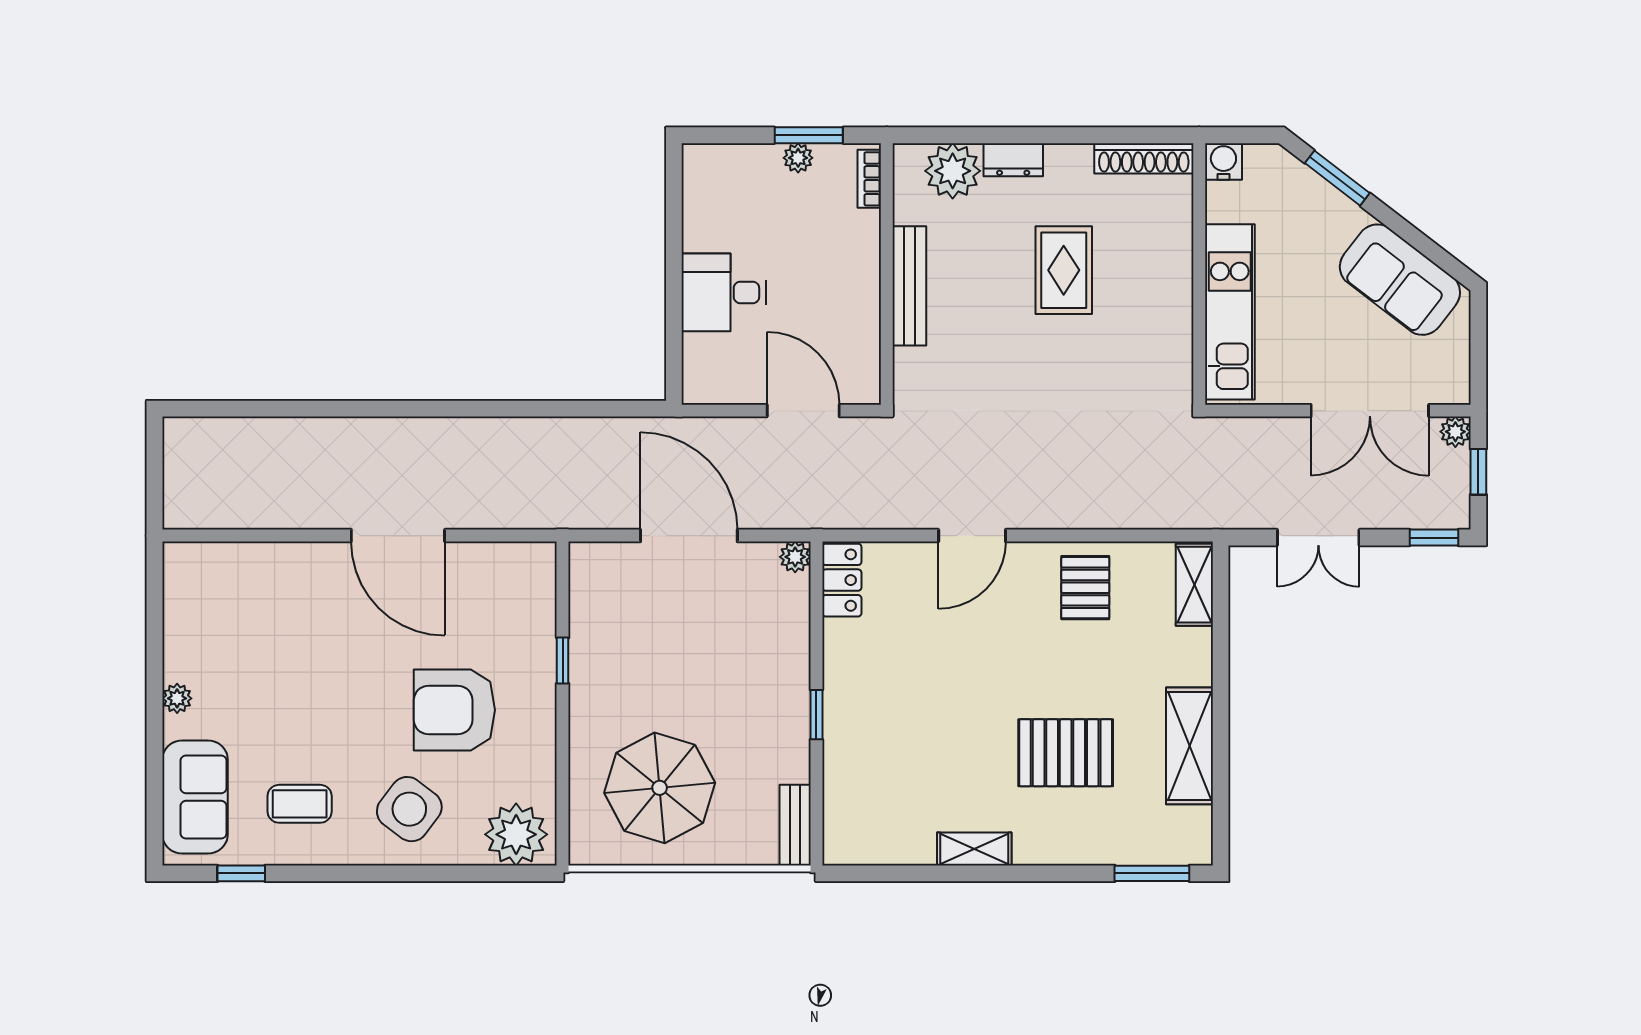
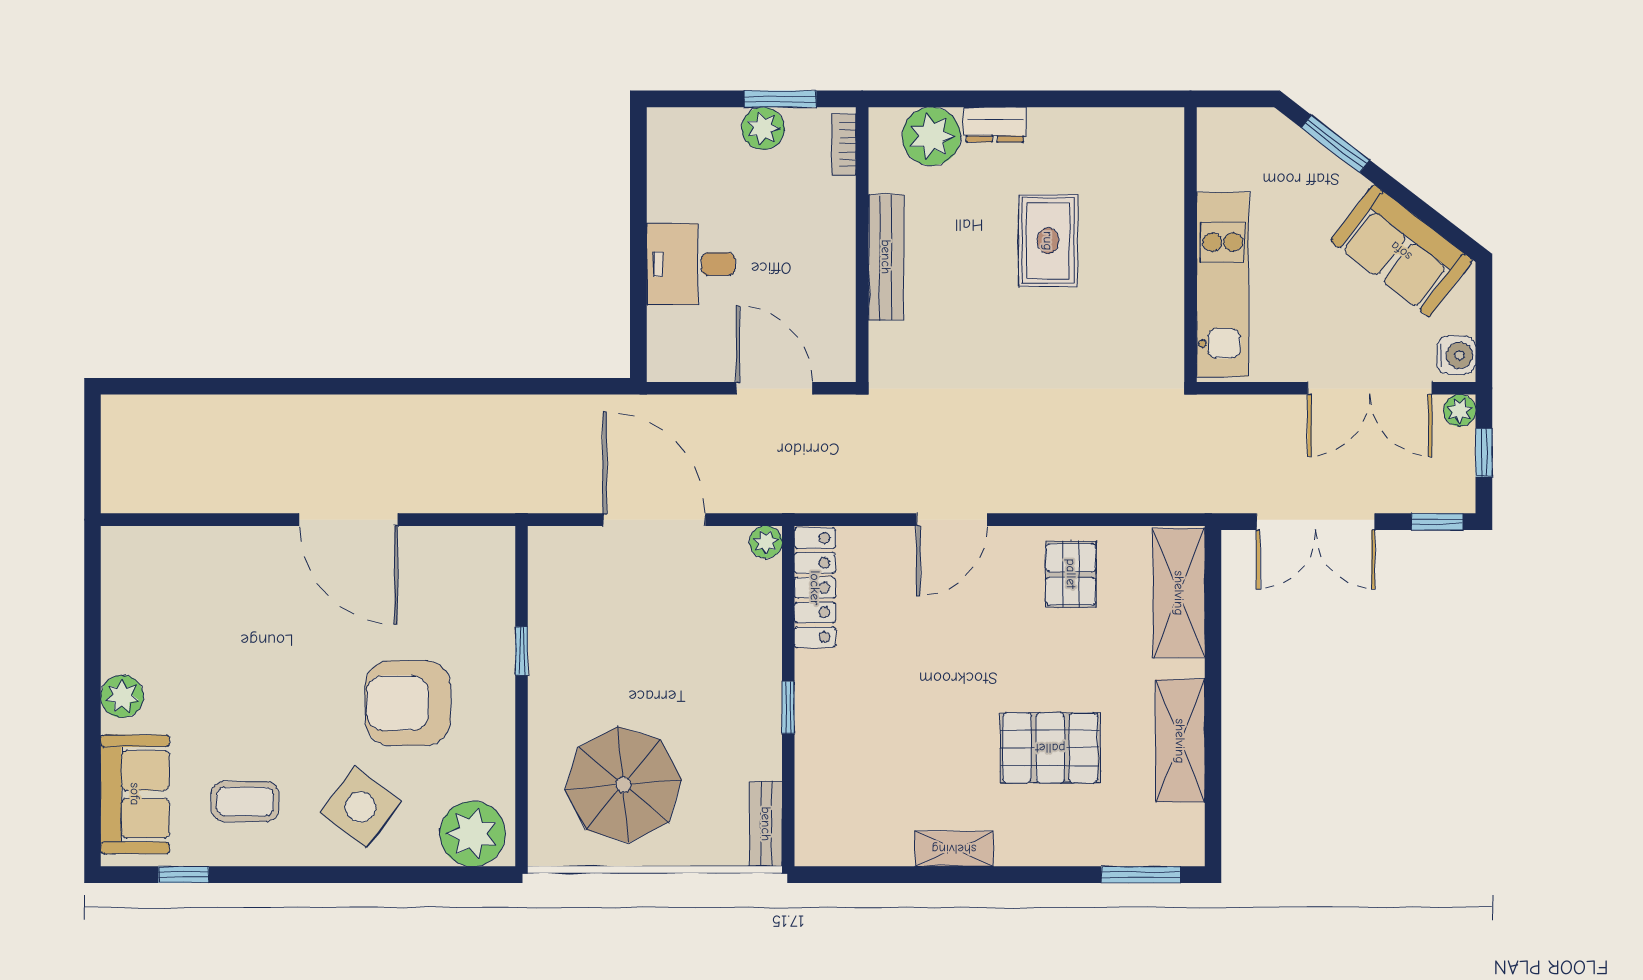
plant: (798, 158) -> (763, 128), width x1.38, depth x1.38
shoe rack: (1144, 158) -> (1132, 123), removed
water cooler: (1223, 161) -> (1456, 355), moved, turned 90
double door: (1318, 538) -> (1316, 522), width x1.37
locker: (842, 580) -> (815, 588), width x1.53
shelving: (1194, 585) -> (1179, 593), width x1.50, depth x1.33
plant: (177, 698) -> (122, 696), width x1.38, depth x1.38

